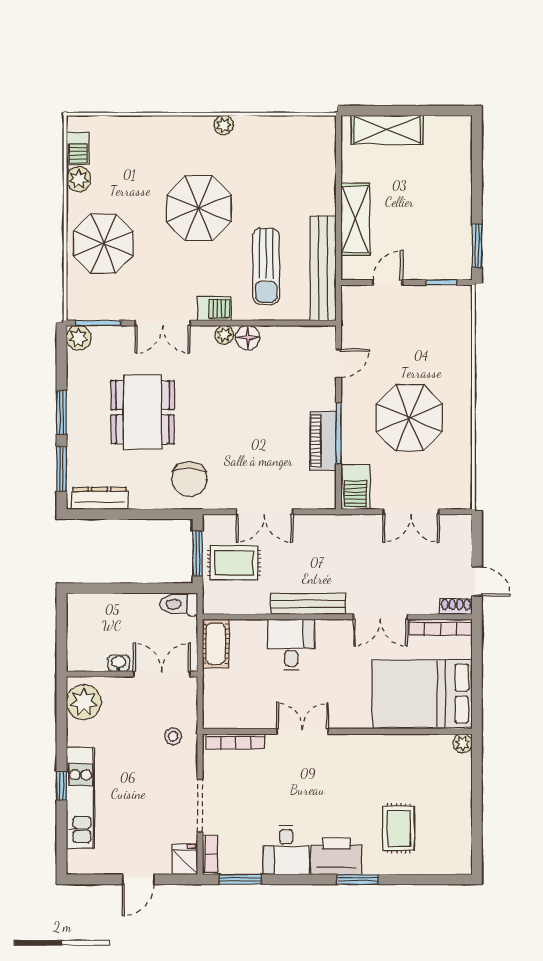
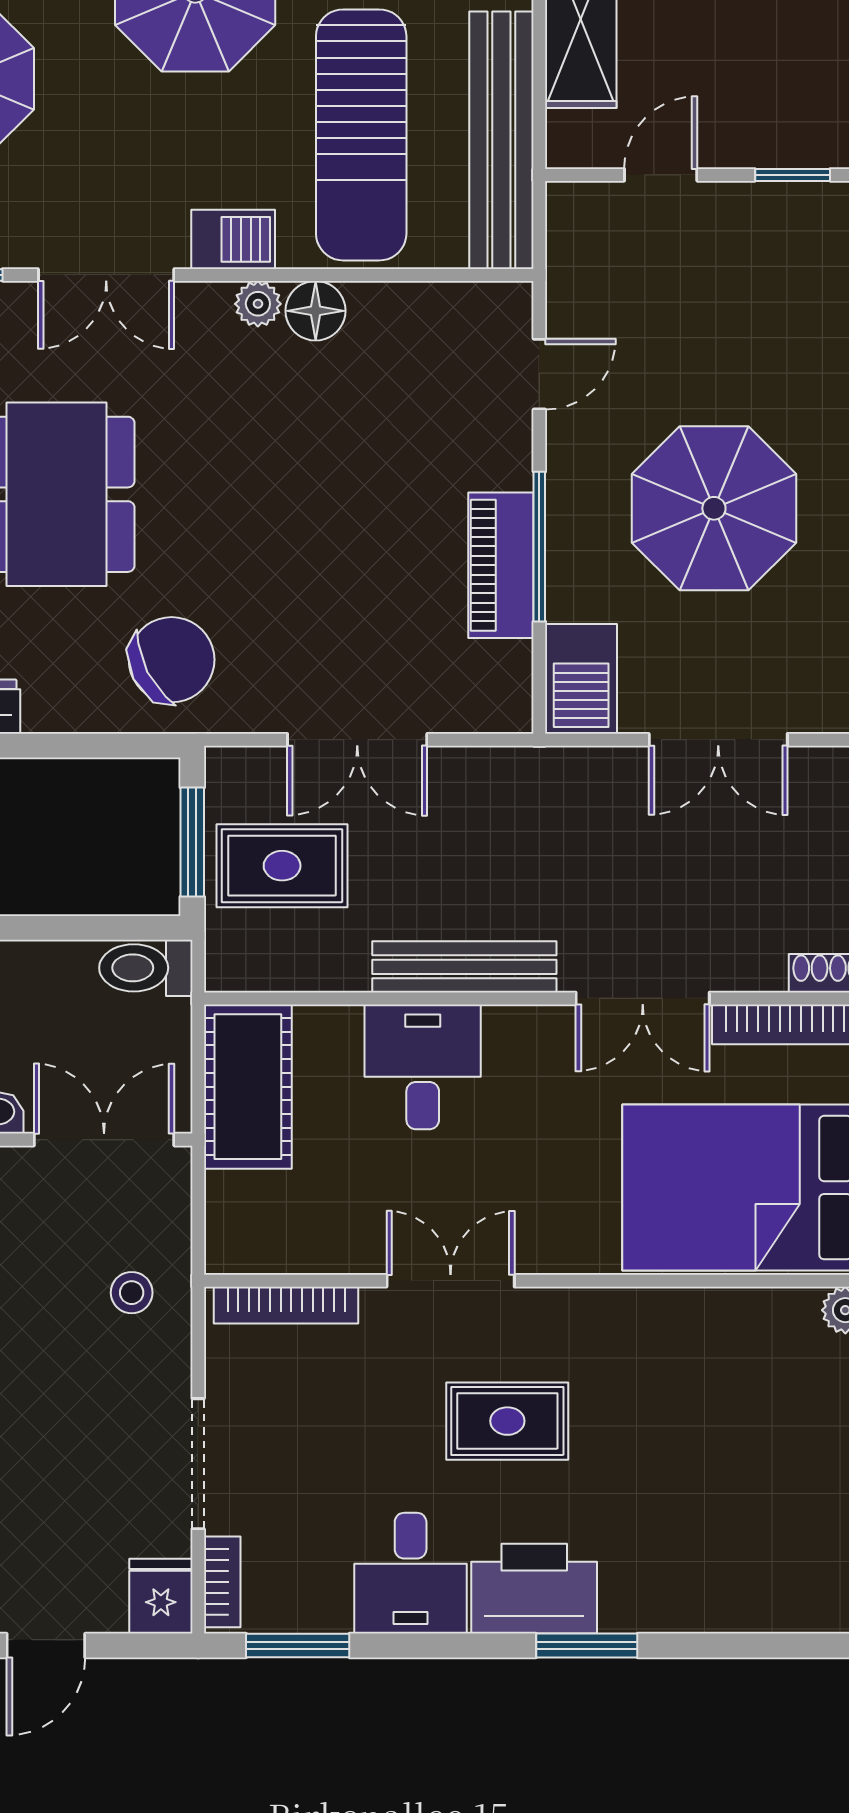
sun lounger: (266, 266) -> (361, 135), width x1.36, depth x1.34
chair: (189, 479) -> (172, 660), turned -117
cot: (216, 644) -> (248, 1087), width x1.37, depth x1.34
rug: (399, 828) -> (507, 1421), moved, turned 90

